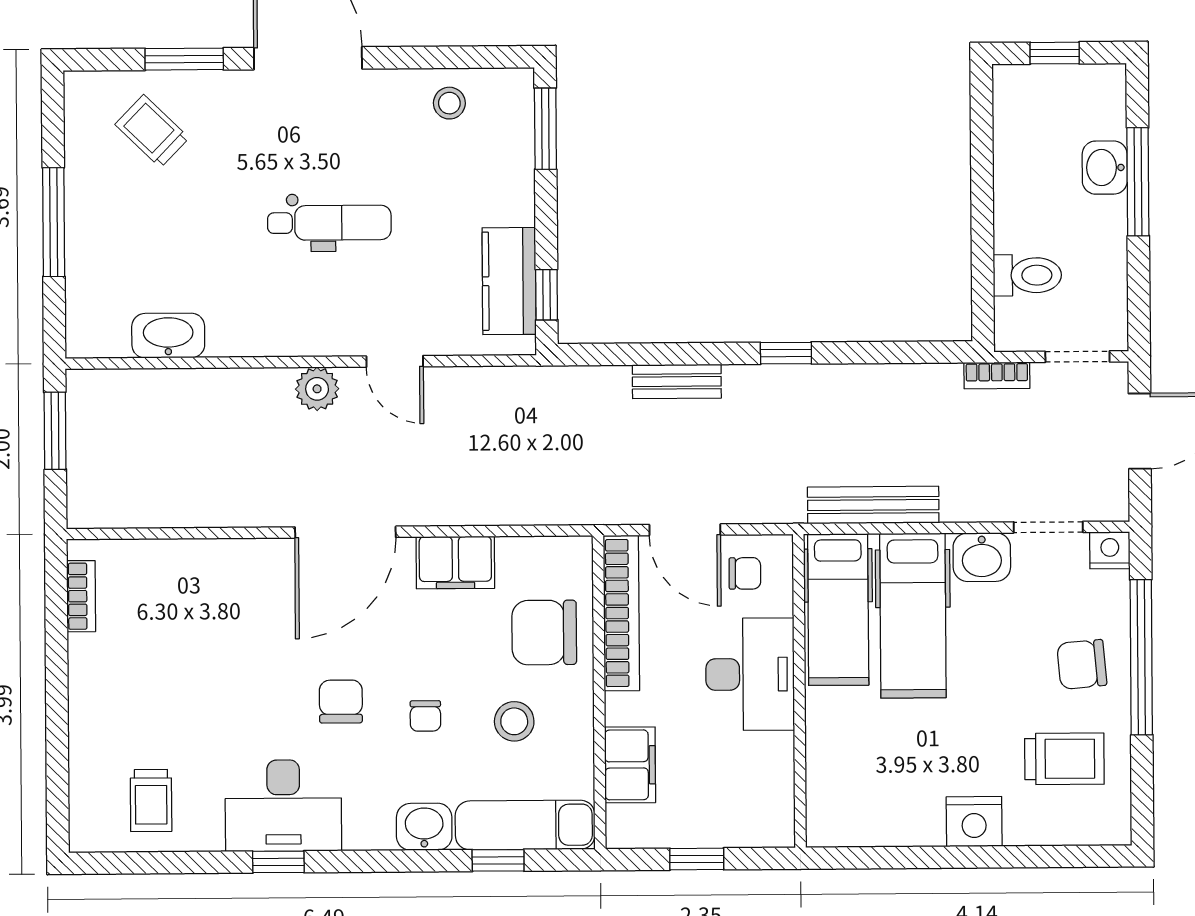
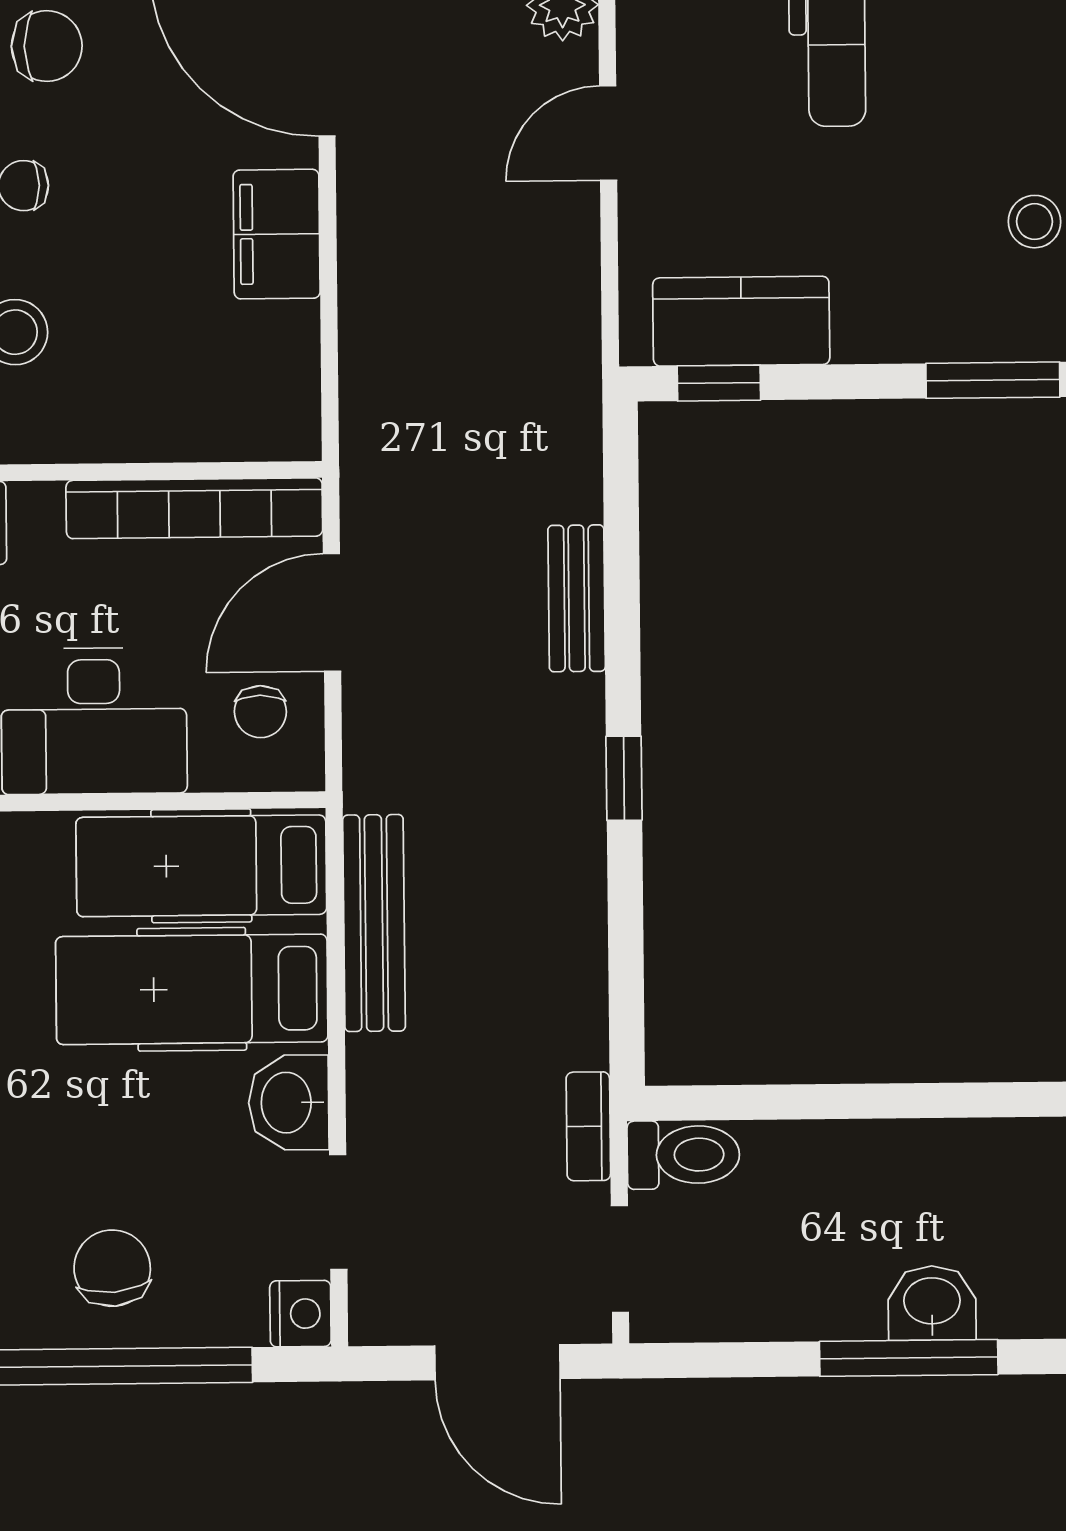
toilet: (1027, 275) -> (683, 1155), moved, turned -90
chair: (544, 633) -> (162, 381), removed

